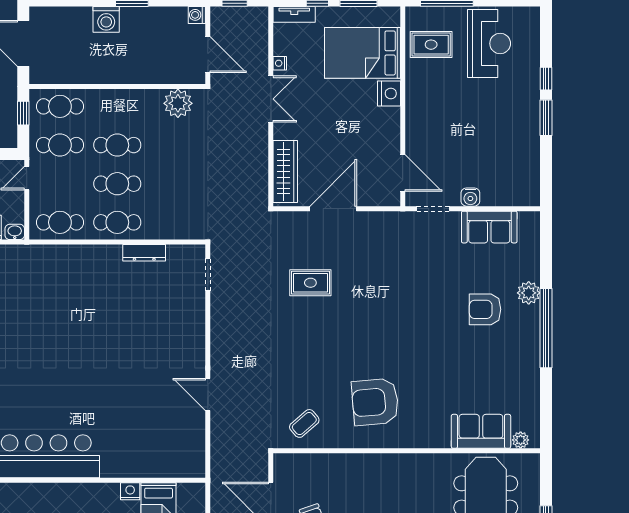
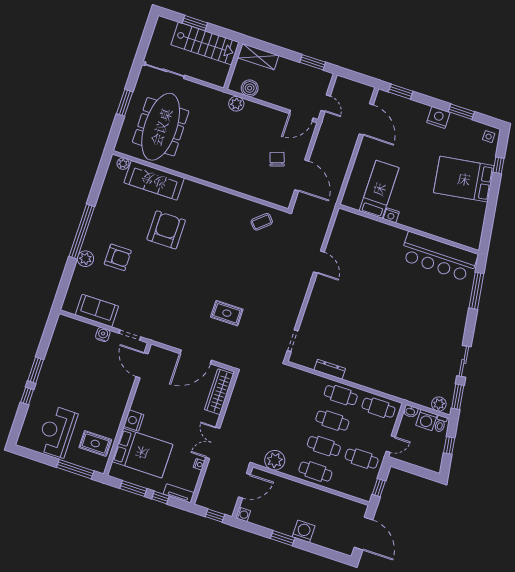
door: (208, 55) -> (244, 486), swing flipped
cafe table: (60, 106) -> (315, 472), moved
armchair: (375, 402) -> (166, 230), moved, turned -85
sofa: (481, 431) -> (154, 180), width x1.36

